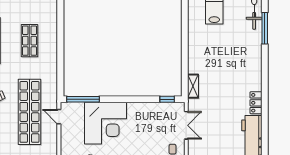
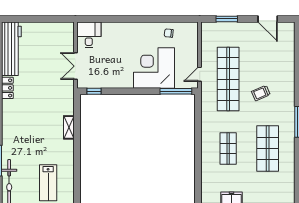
shelving: (193, 86) -> (69, 127), moved
door: (59, 117) -> (200, 74), swing flipped

